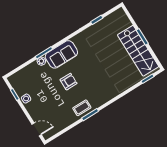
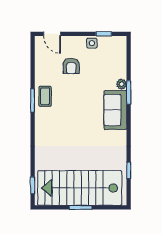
stairs: (138, 51) -> (80, 188), width x1.36, depth x1.51
armchair: (69, 82) -> (71, 66), moved
door: (37, 129) -> (52, 34), hinge flipped

